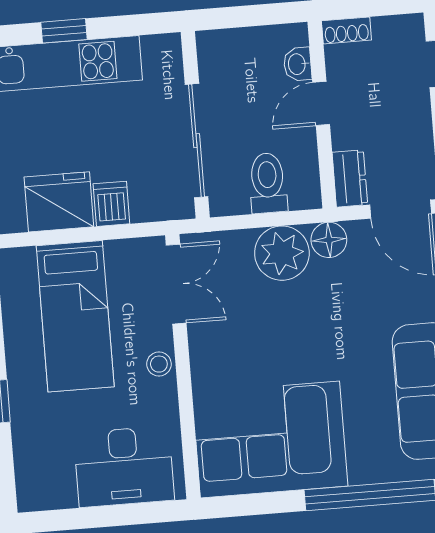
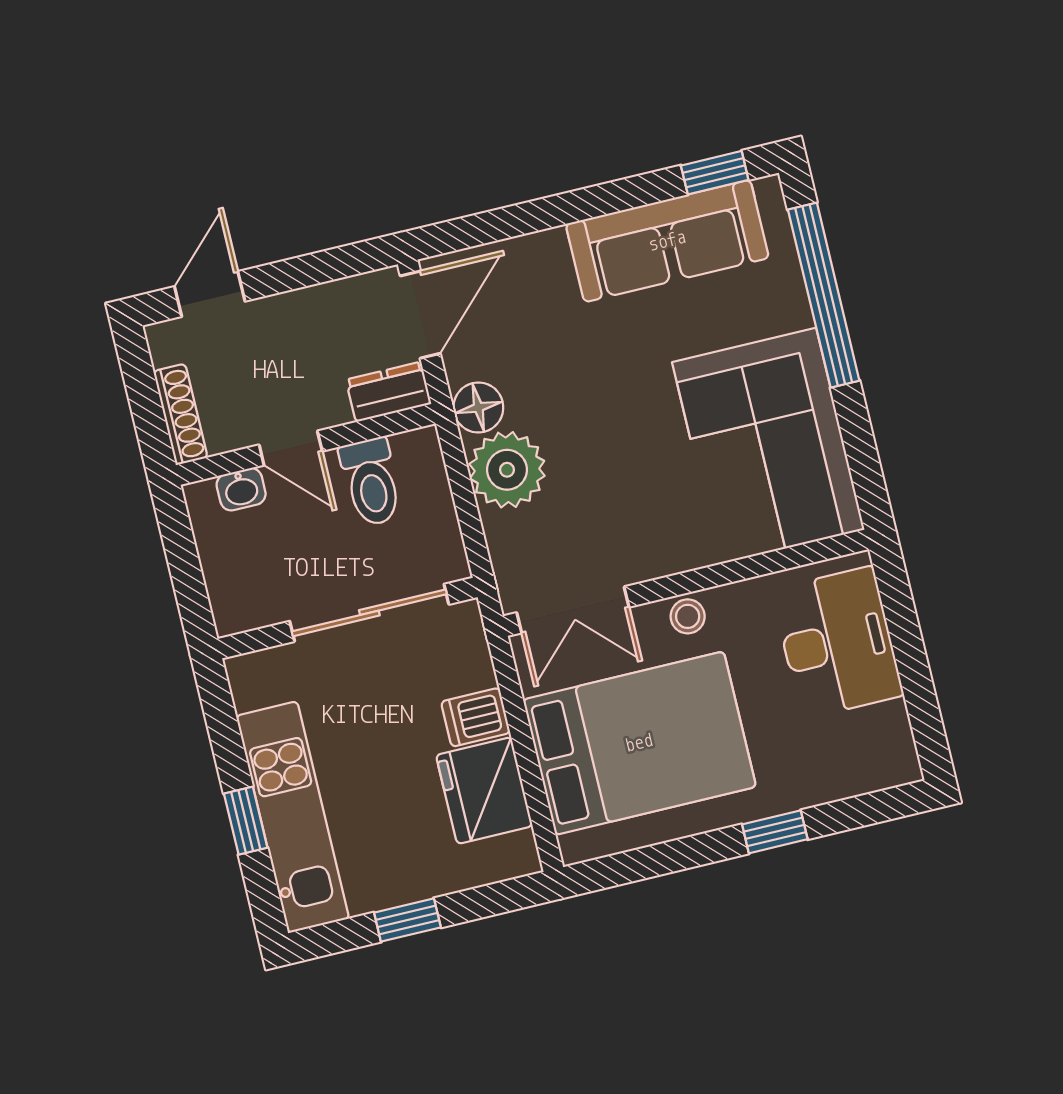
shoe rack: (346, 30) -> (180, 414), width x1.43
toilet: (268, 183) -> (371, 482), moved, turned -90
double door: (176, 284) -> (573, 610), swing flipped
bed: (75, 316) -> (639, 743), width x1.50

